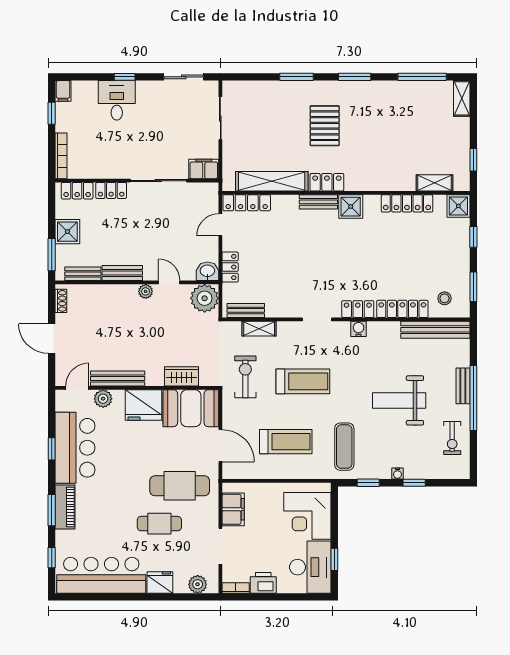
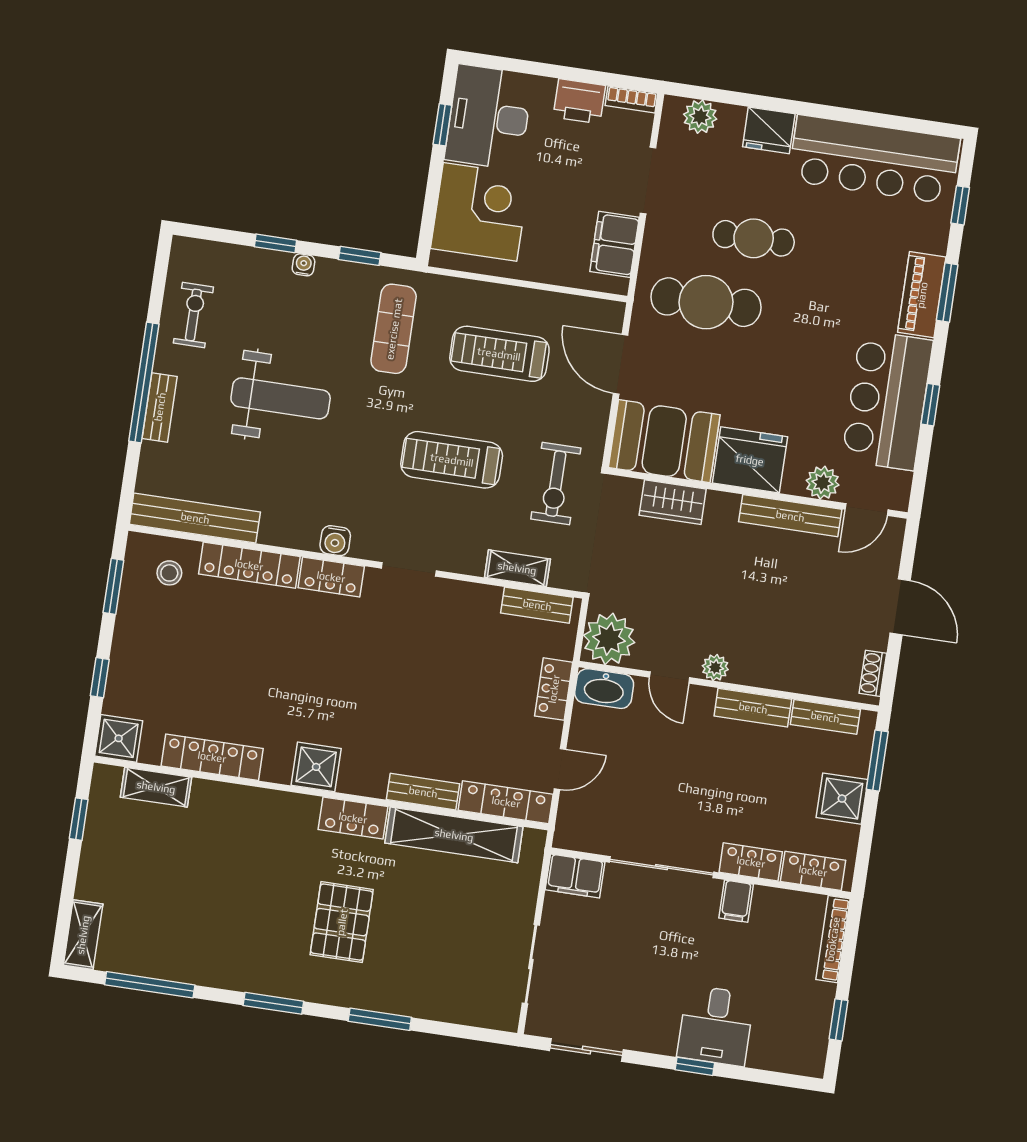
filing cabinet: (63, 91) -> (736, 901), moved, turned 180
bench: (318, 202) -> (423, 792), moved
washbasin: (207, 271) -> (604, 689), width x1.38

